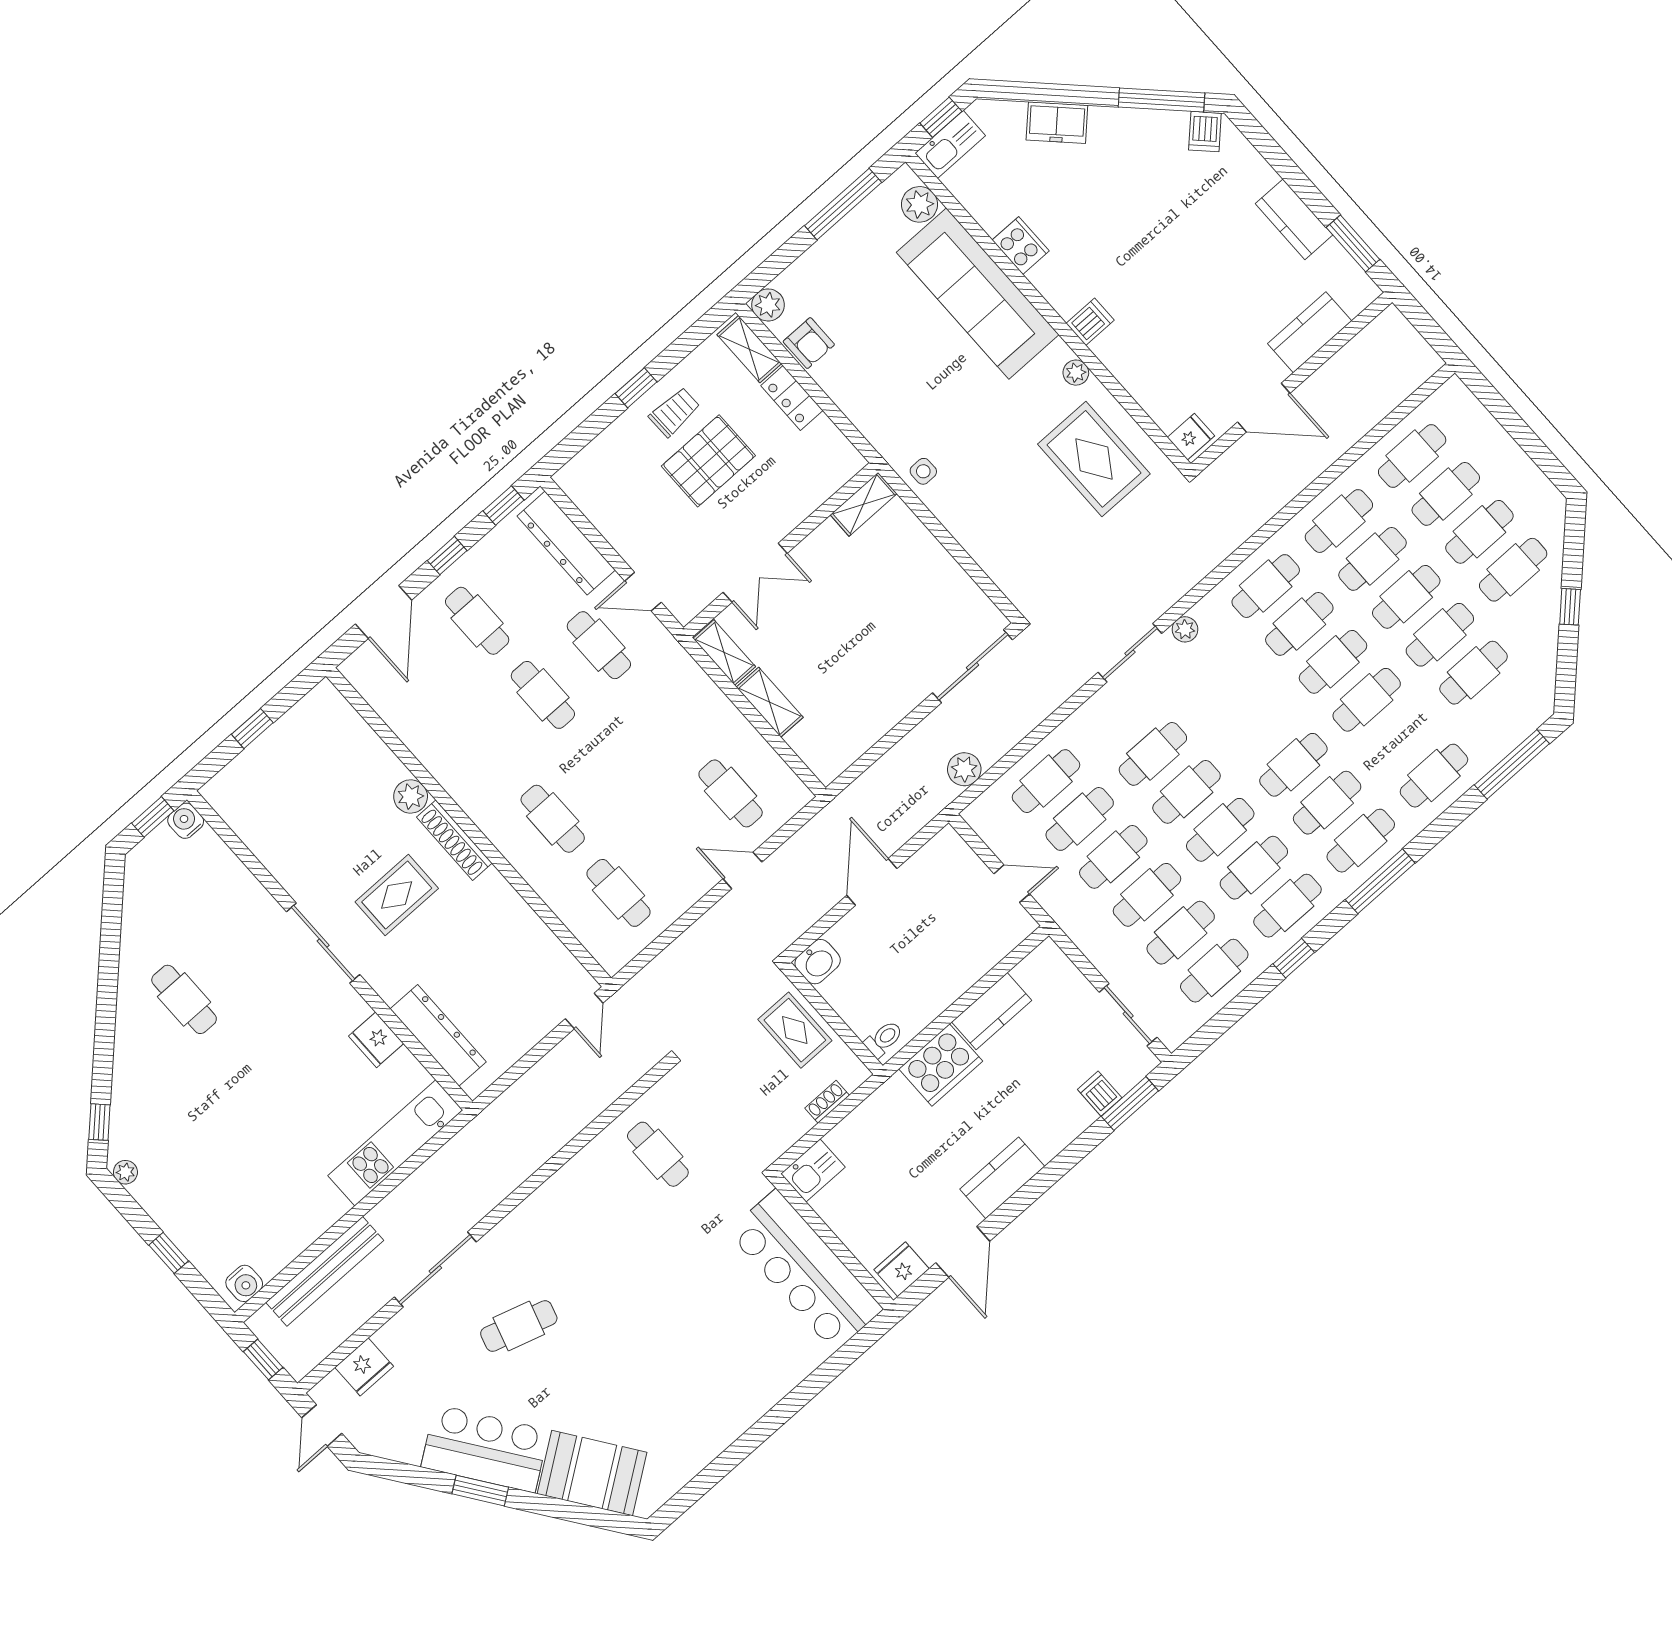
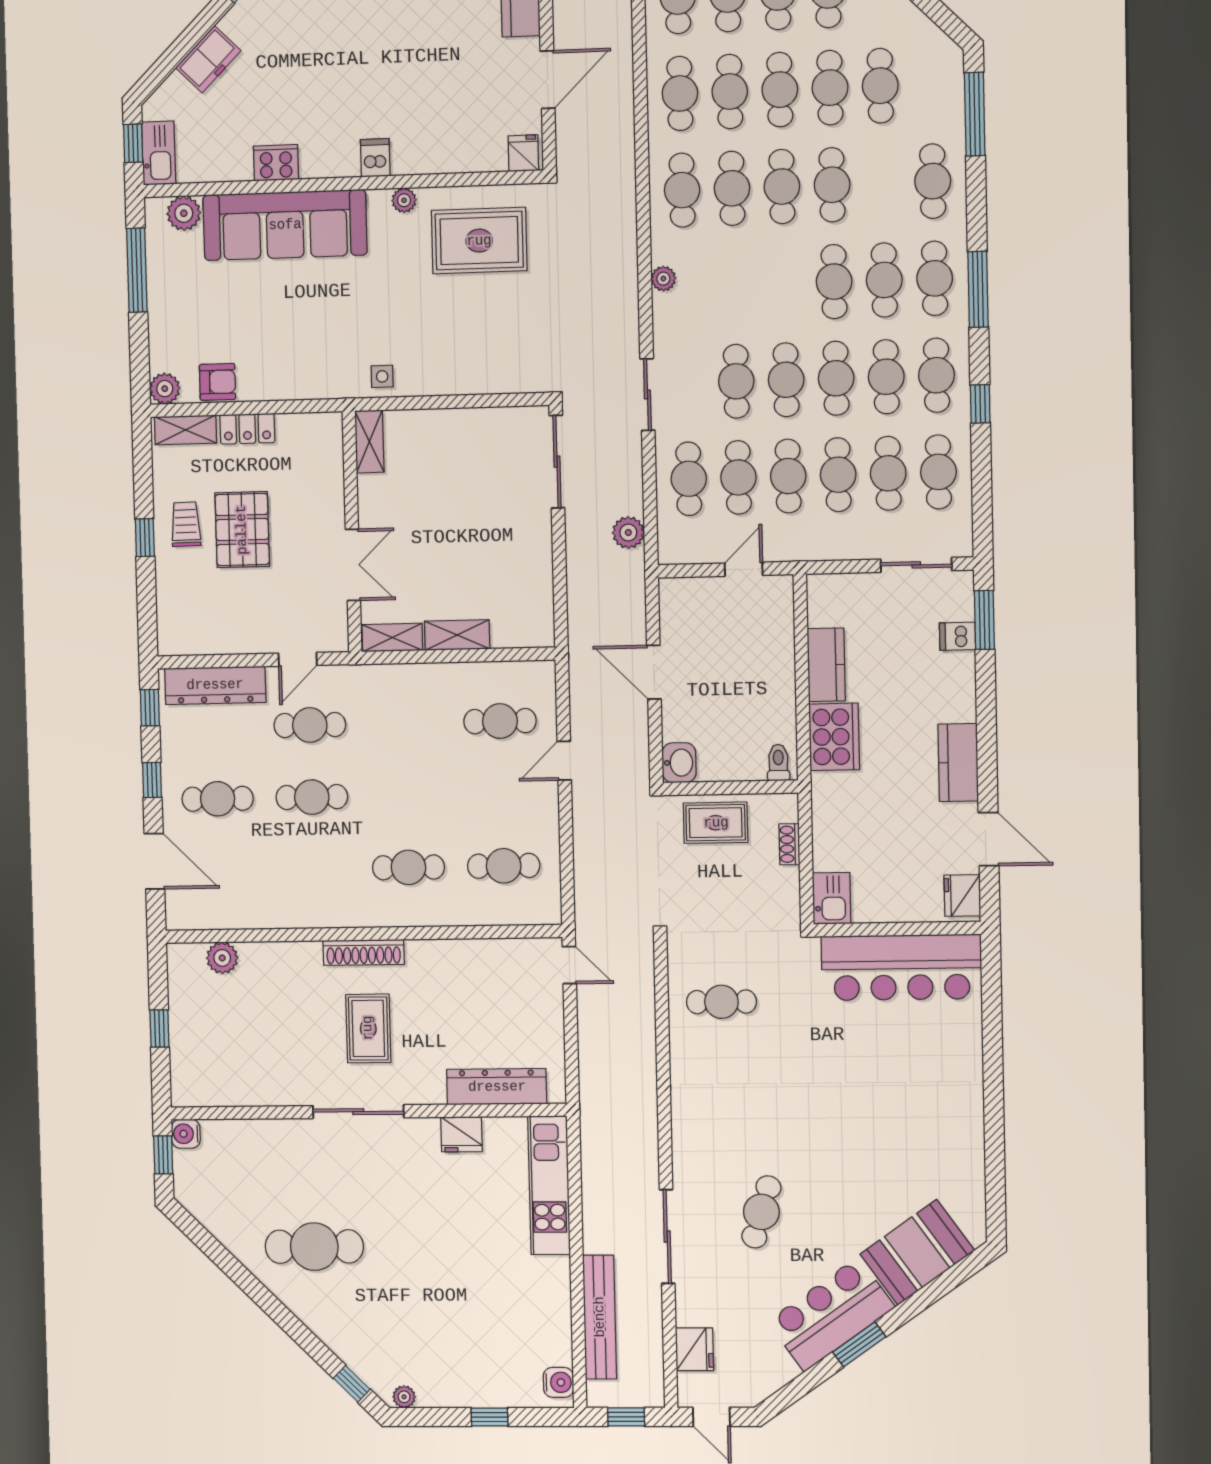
sliding door: (1130, 653) -> (647, 395), moved
plant: (411, 796) -> (222, 958), moved
cafe table: (184, 999) -> (314, 1247), width x1.37, depth x1.35

